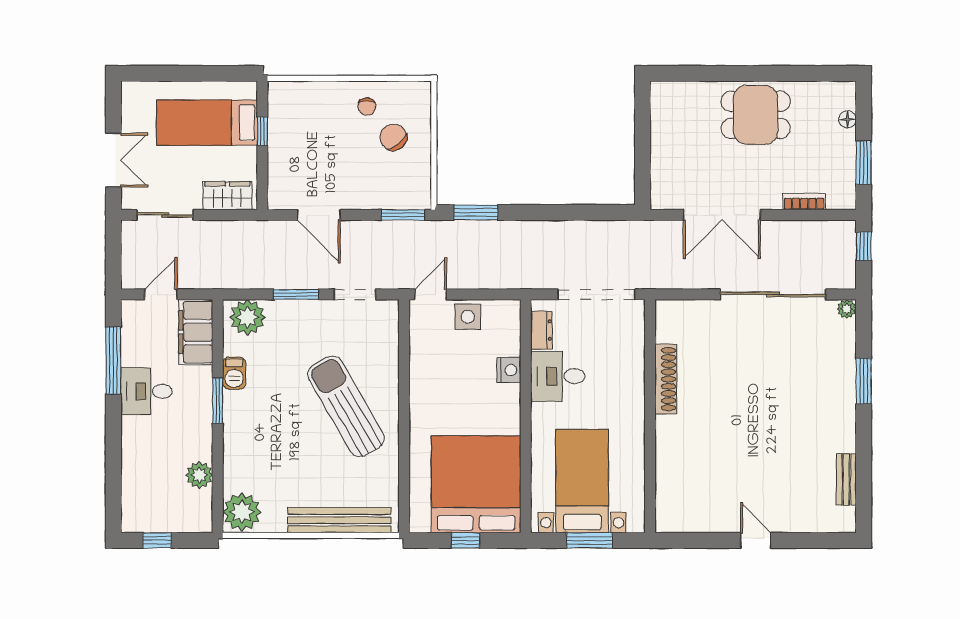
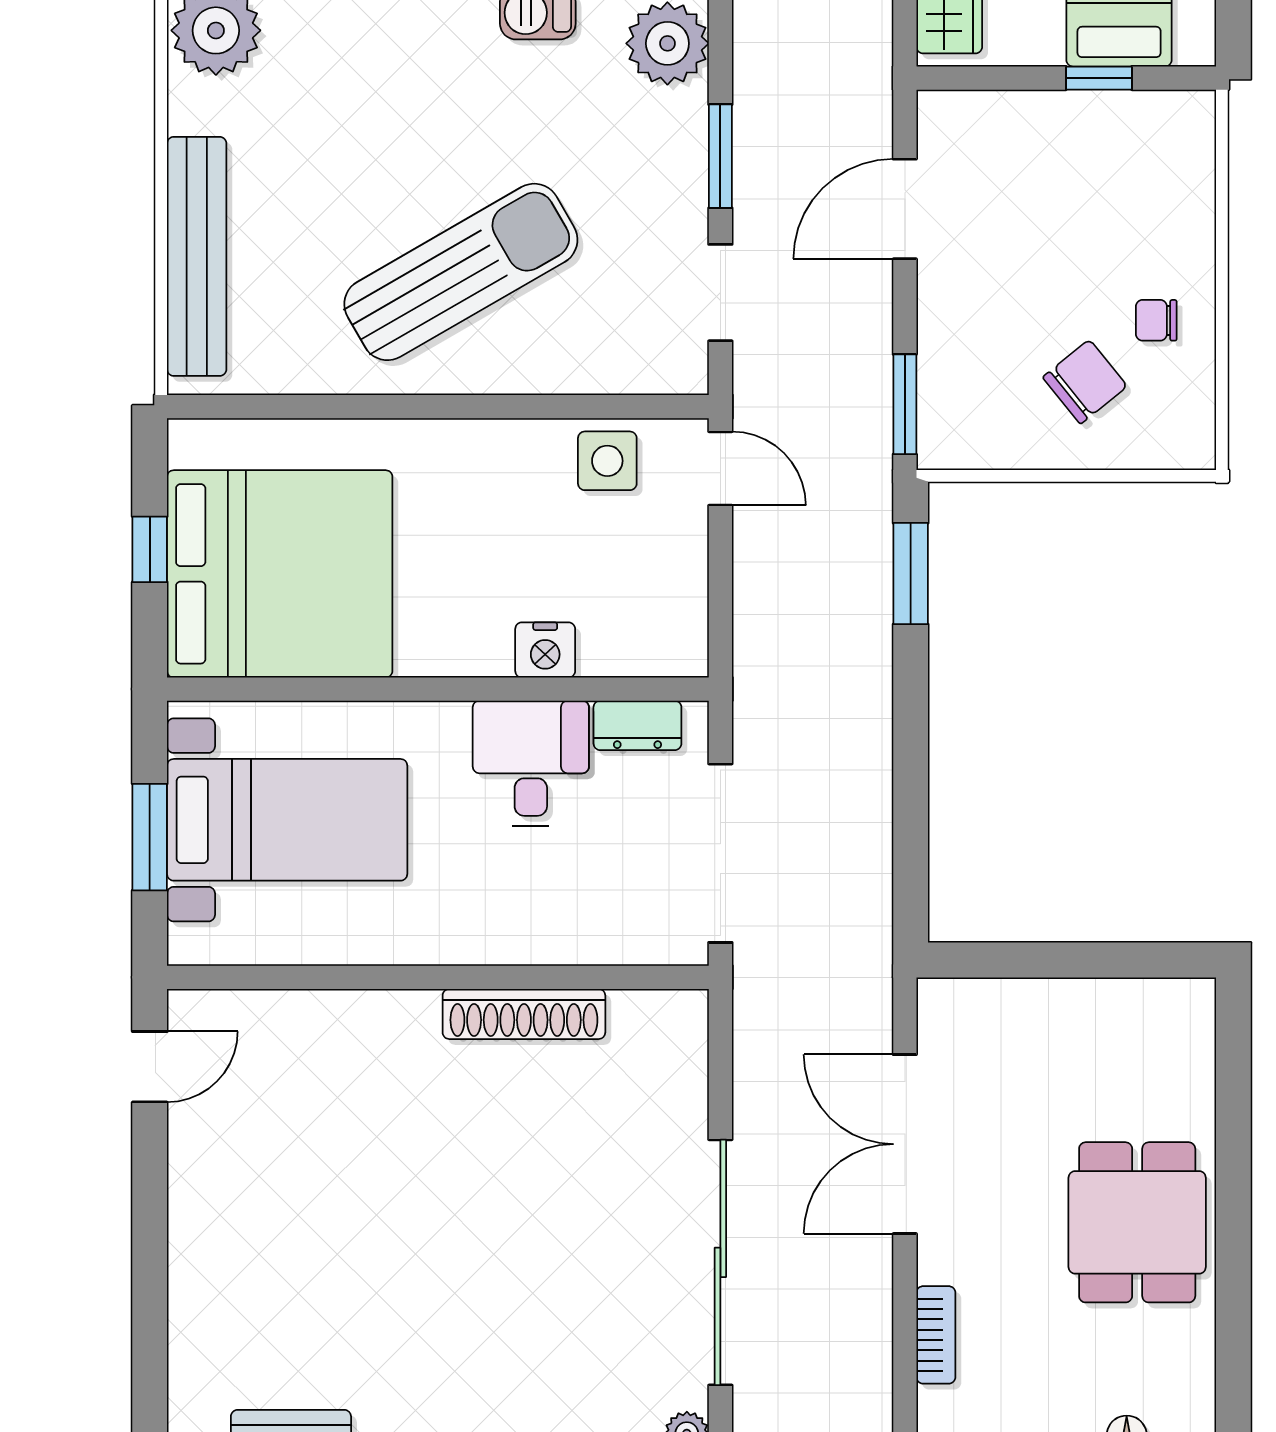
side table: (468, 317) -> (607, 461), moved
door: (756, 540) -> (150, 1067), moved

